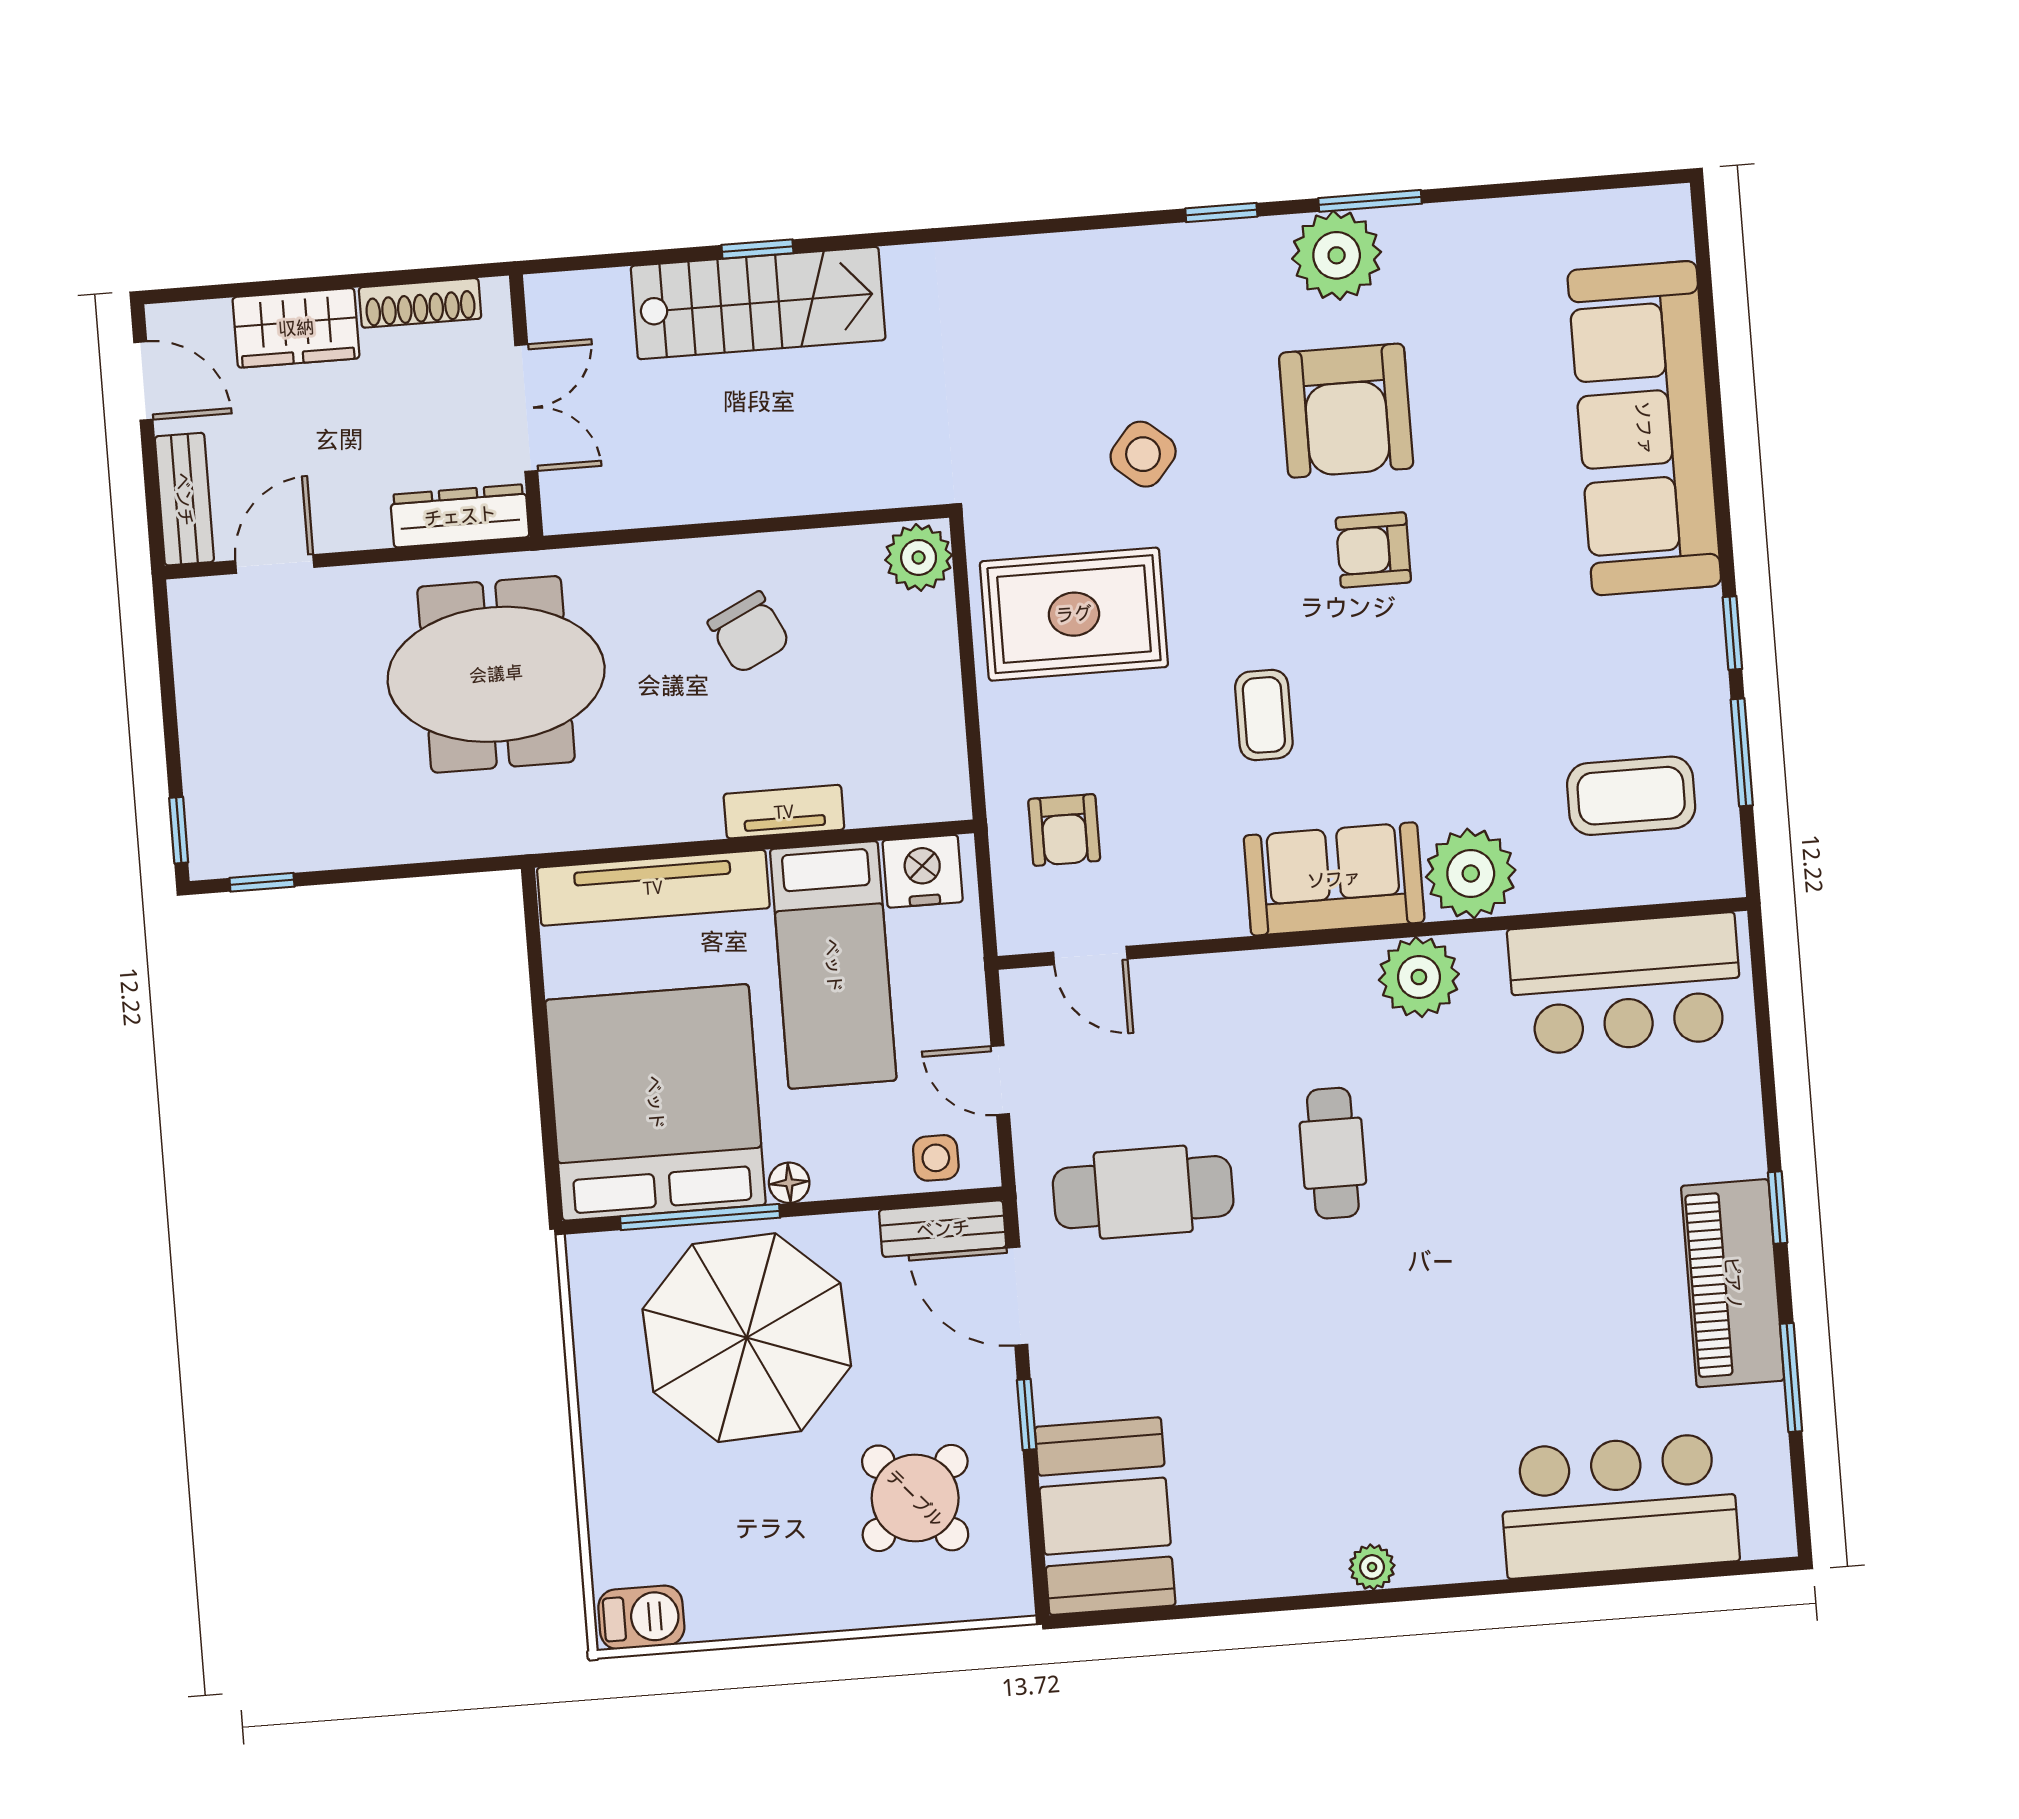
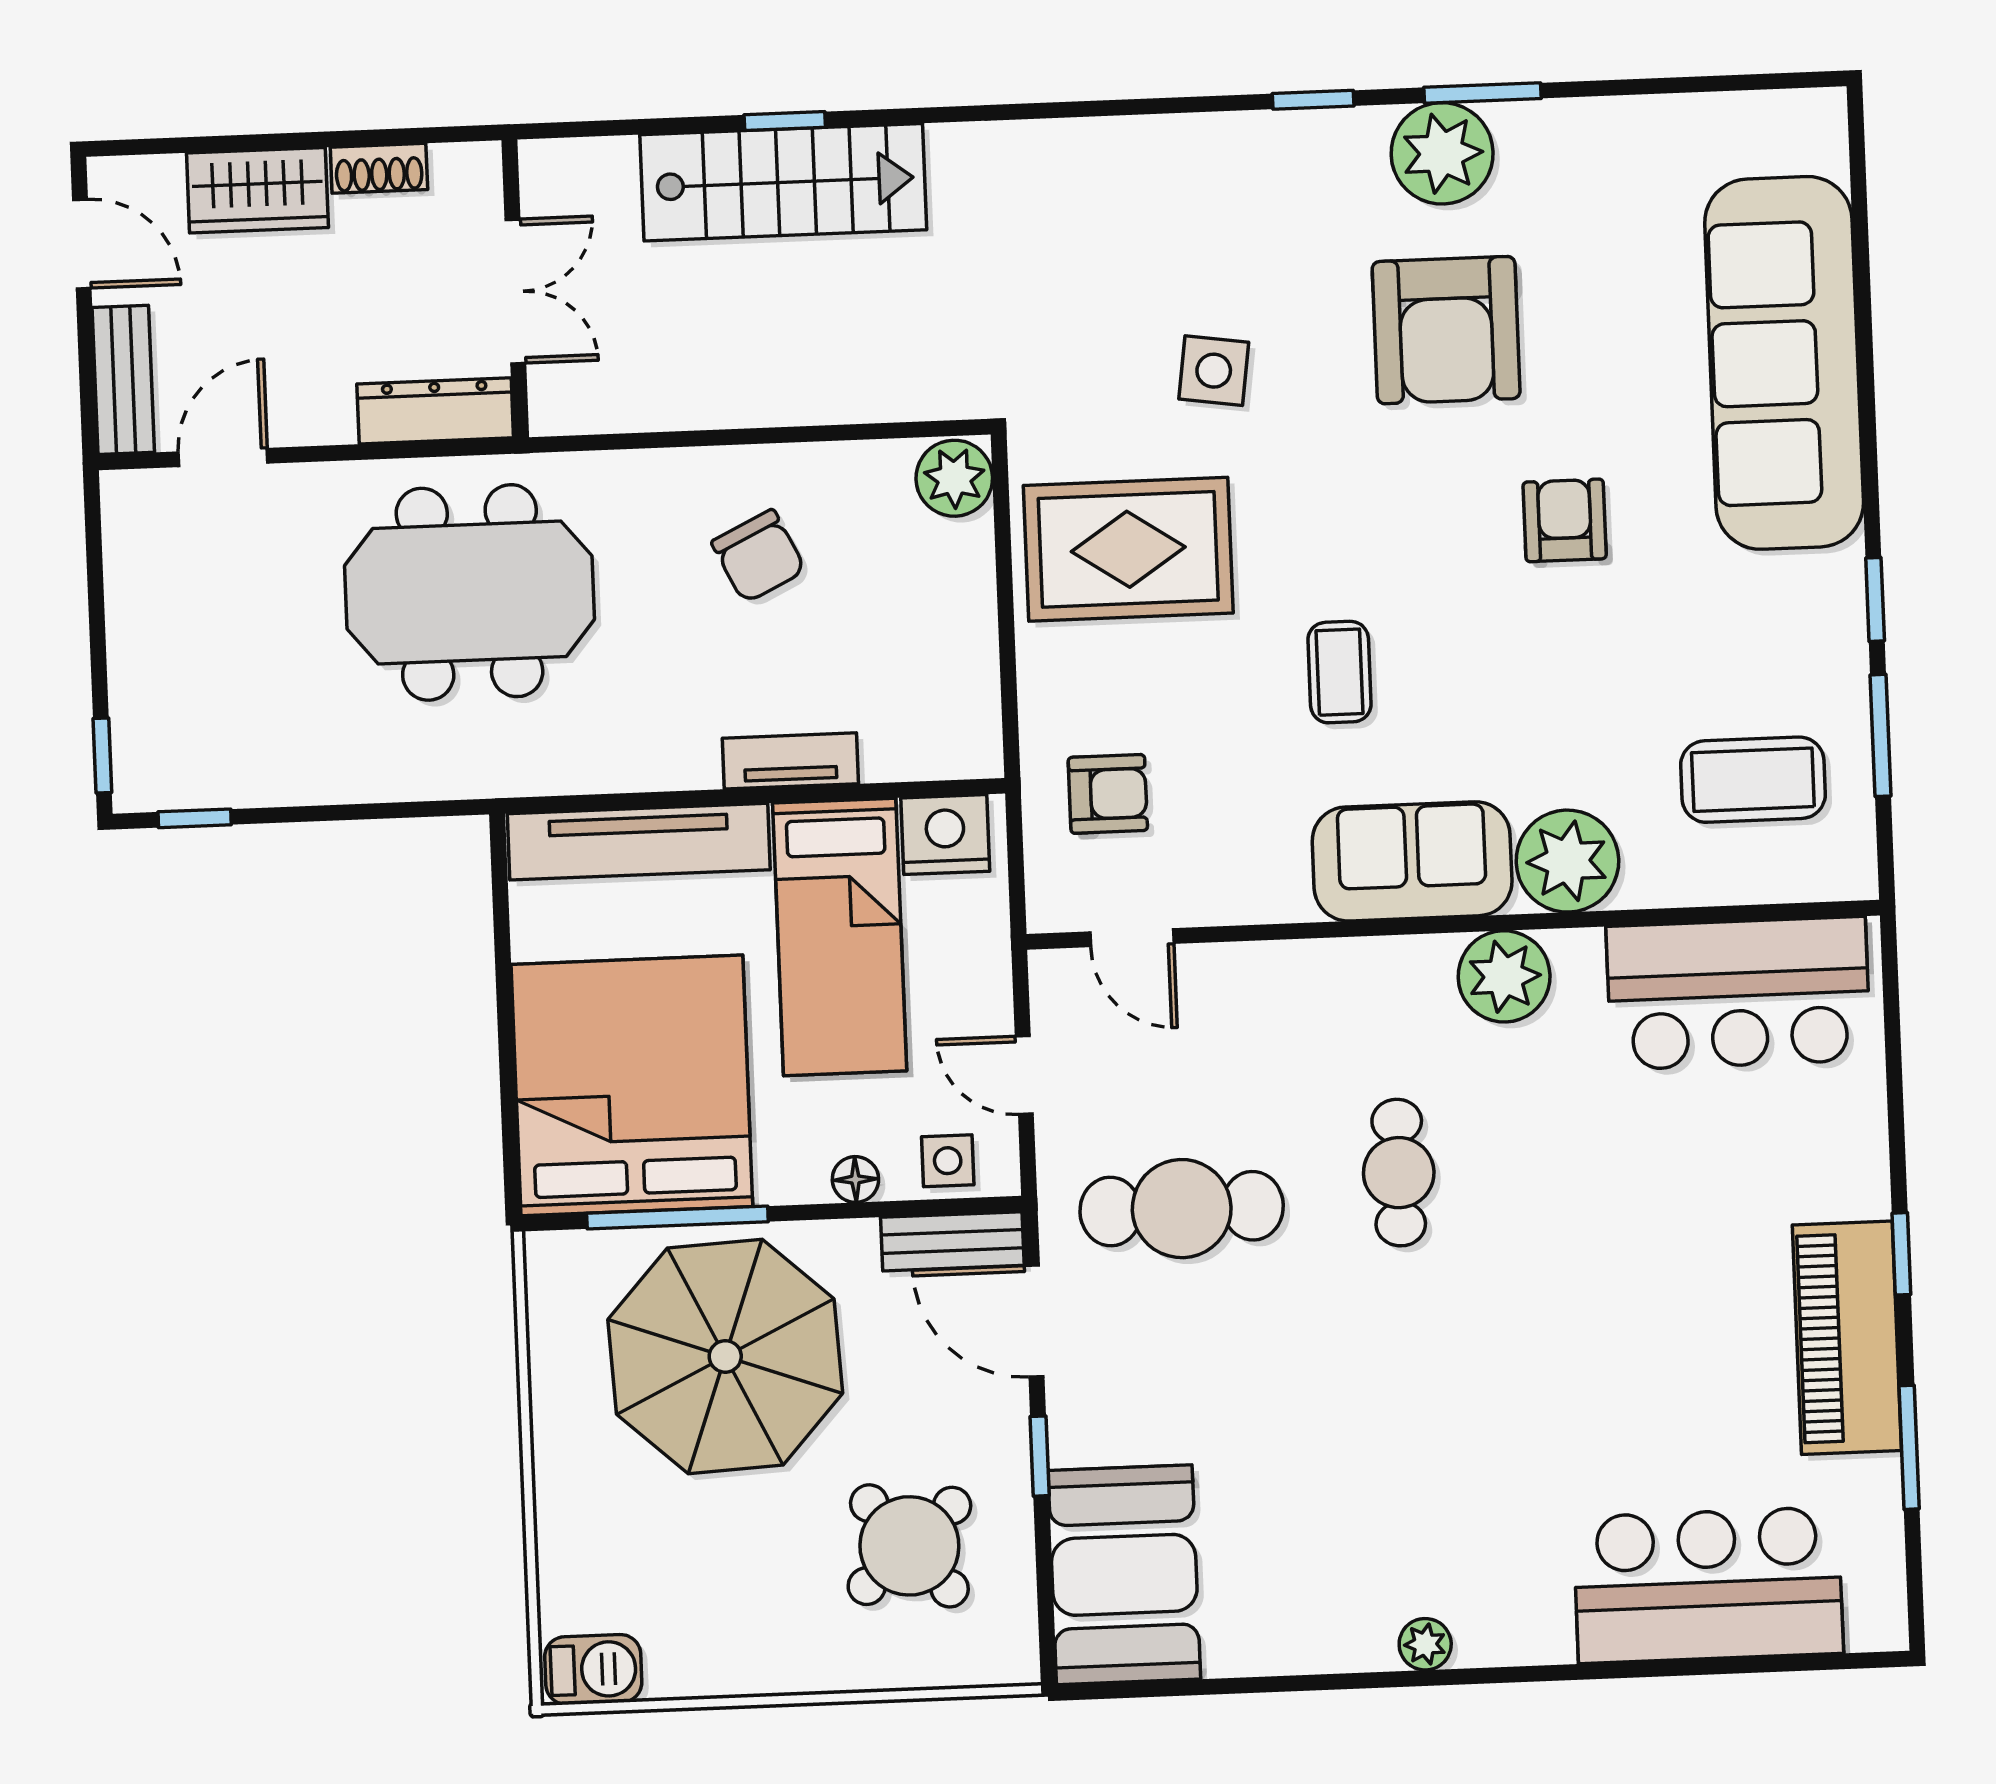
shoe rack: (420, 303) -> (379, 168), width x0.70
side table: (1143, 454) -> (1214, 371), turned -32
armchair: (1373, 550) -> (1565, 520), moved, turned 90
armchair: (1064, 830) -> (1108, 794), turned -90
floor lamp: (789, 1183) -> (855, 1179), moved

